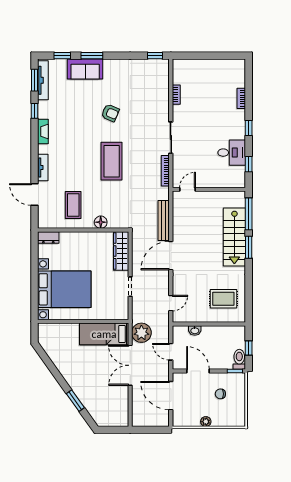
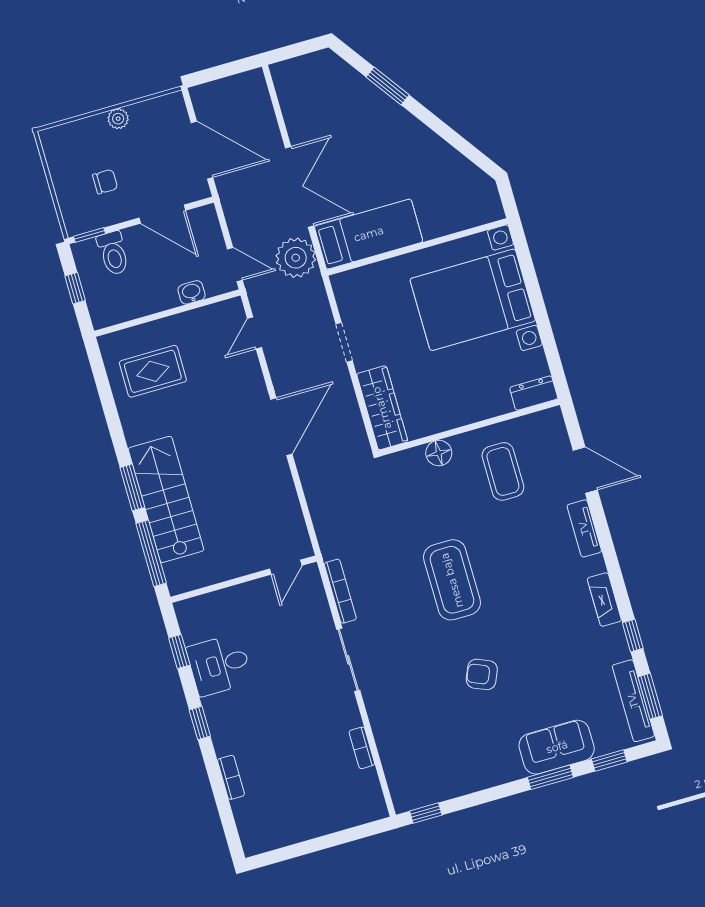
bench: (164, 221) -> (315, 492), removed
door: (171, 352) -> (235, 265), moved
toilet: (239, 359) -> (113, 253), moved

